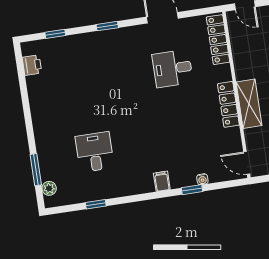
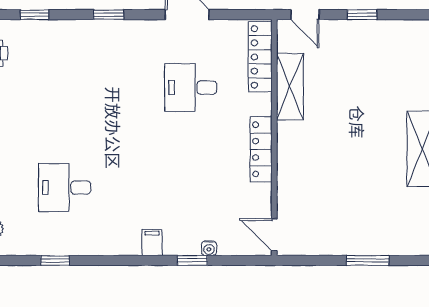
shelving: (249, 104) -> (290, 87), moved
desk: (95, 152) -> (65, 188), turned -90

